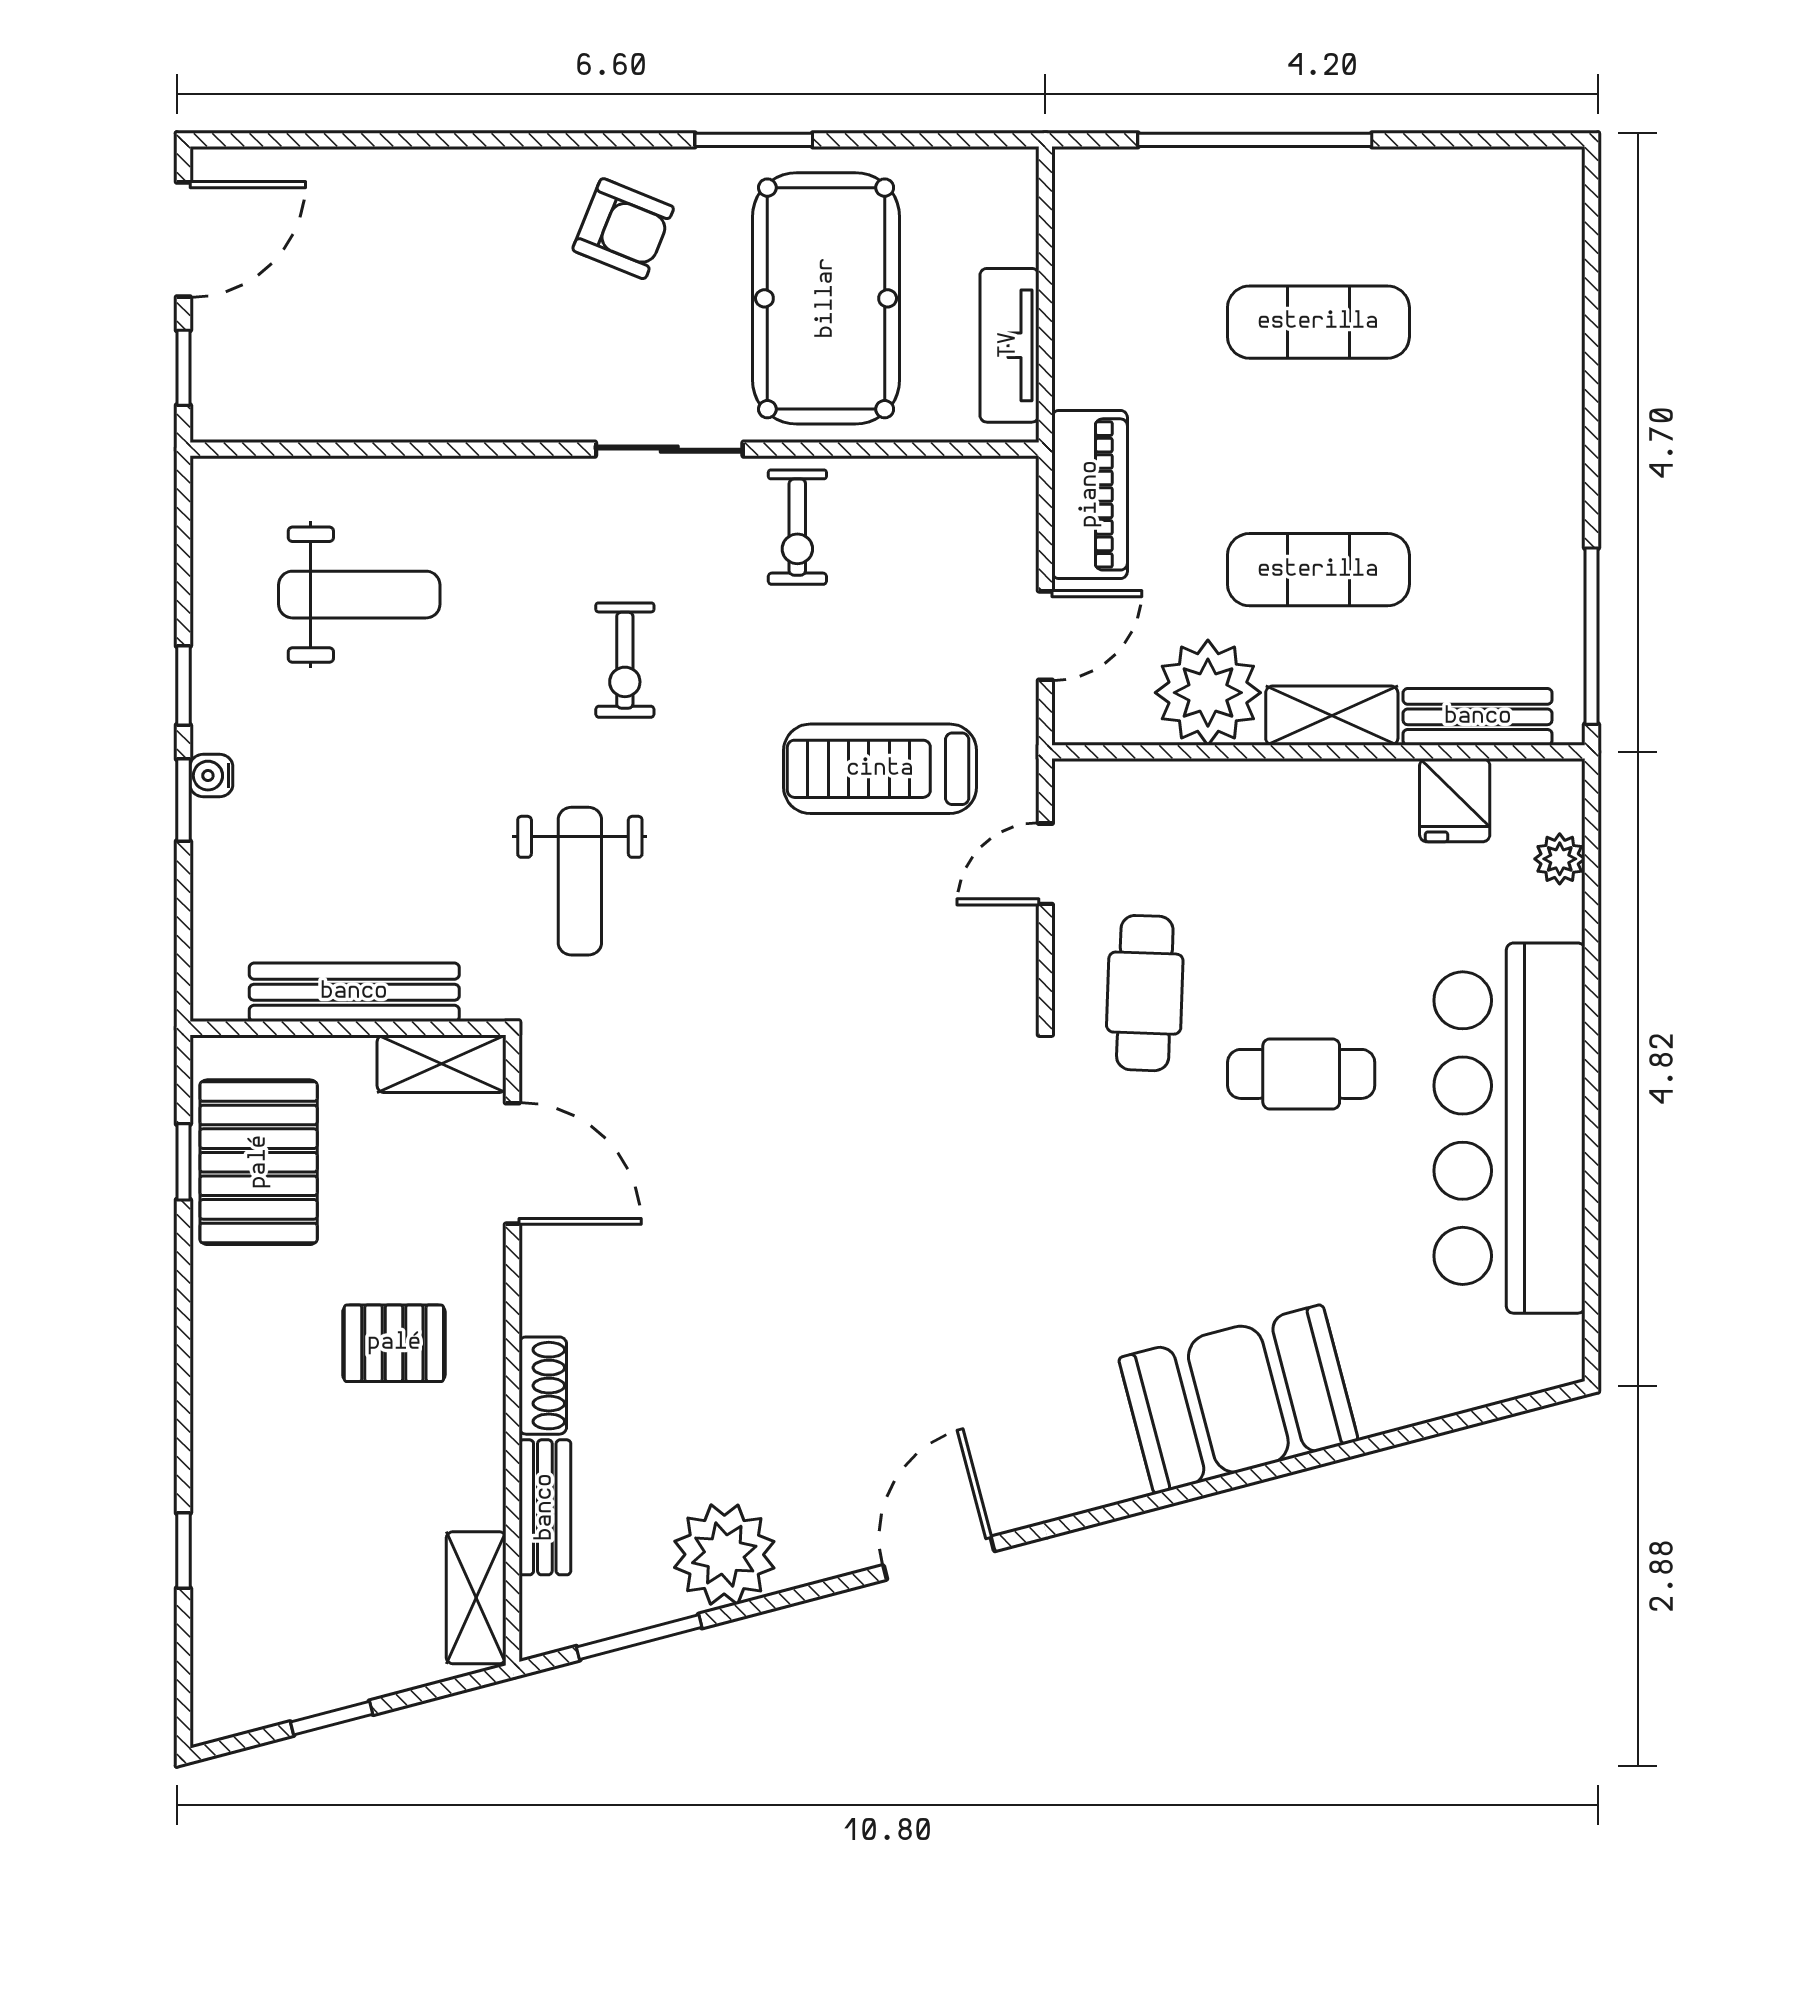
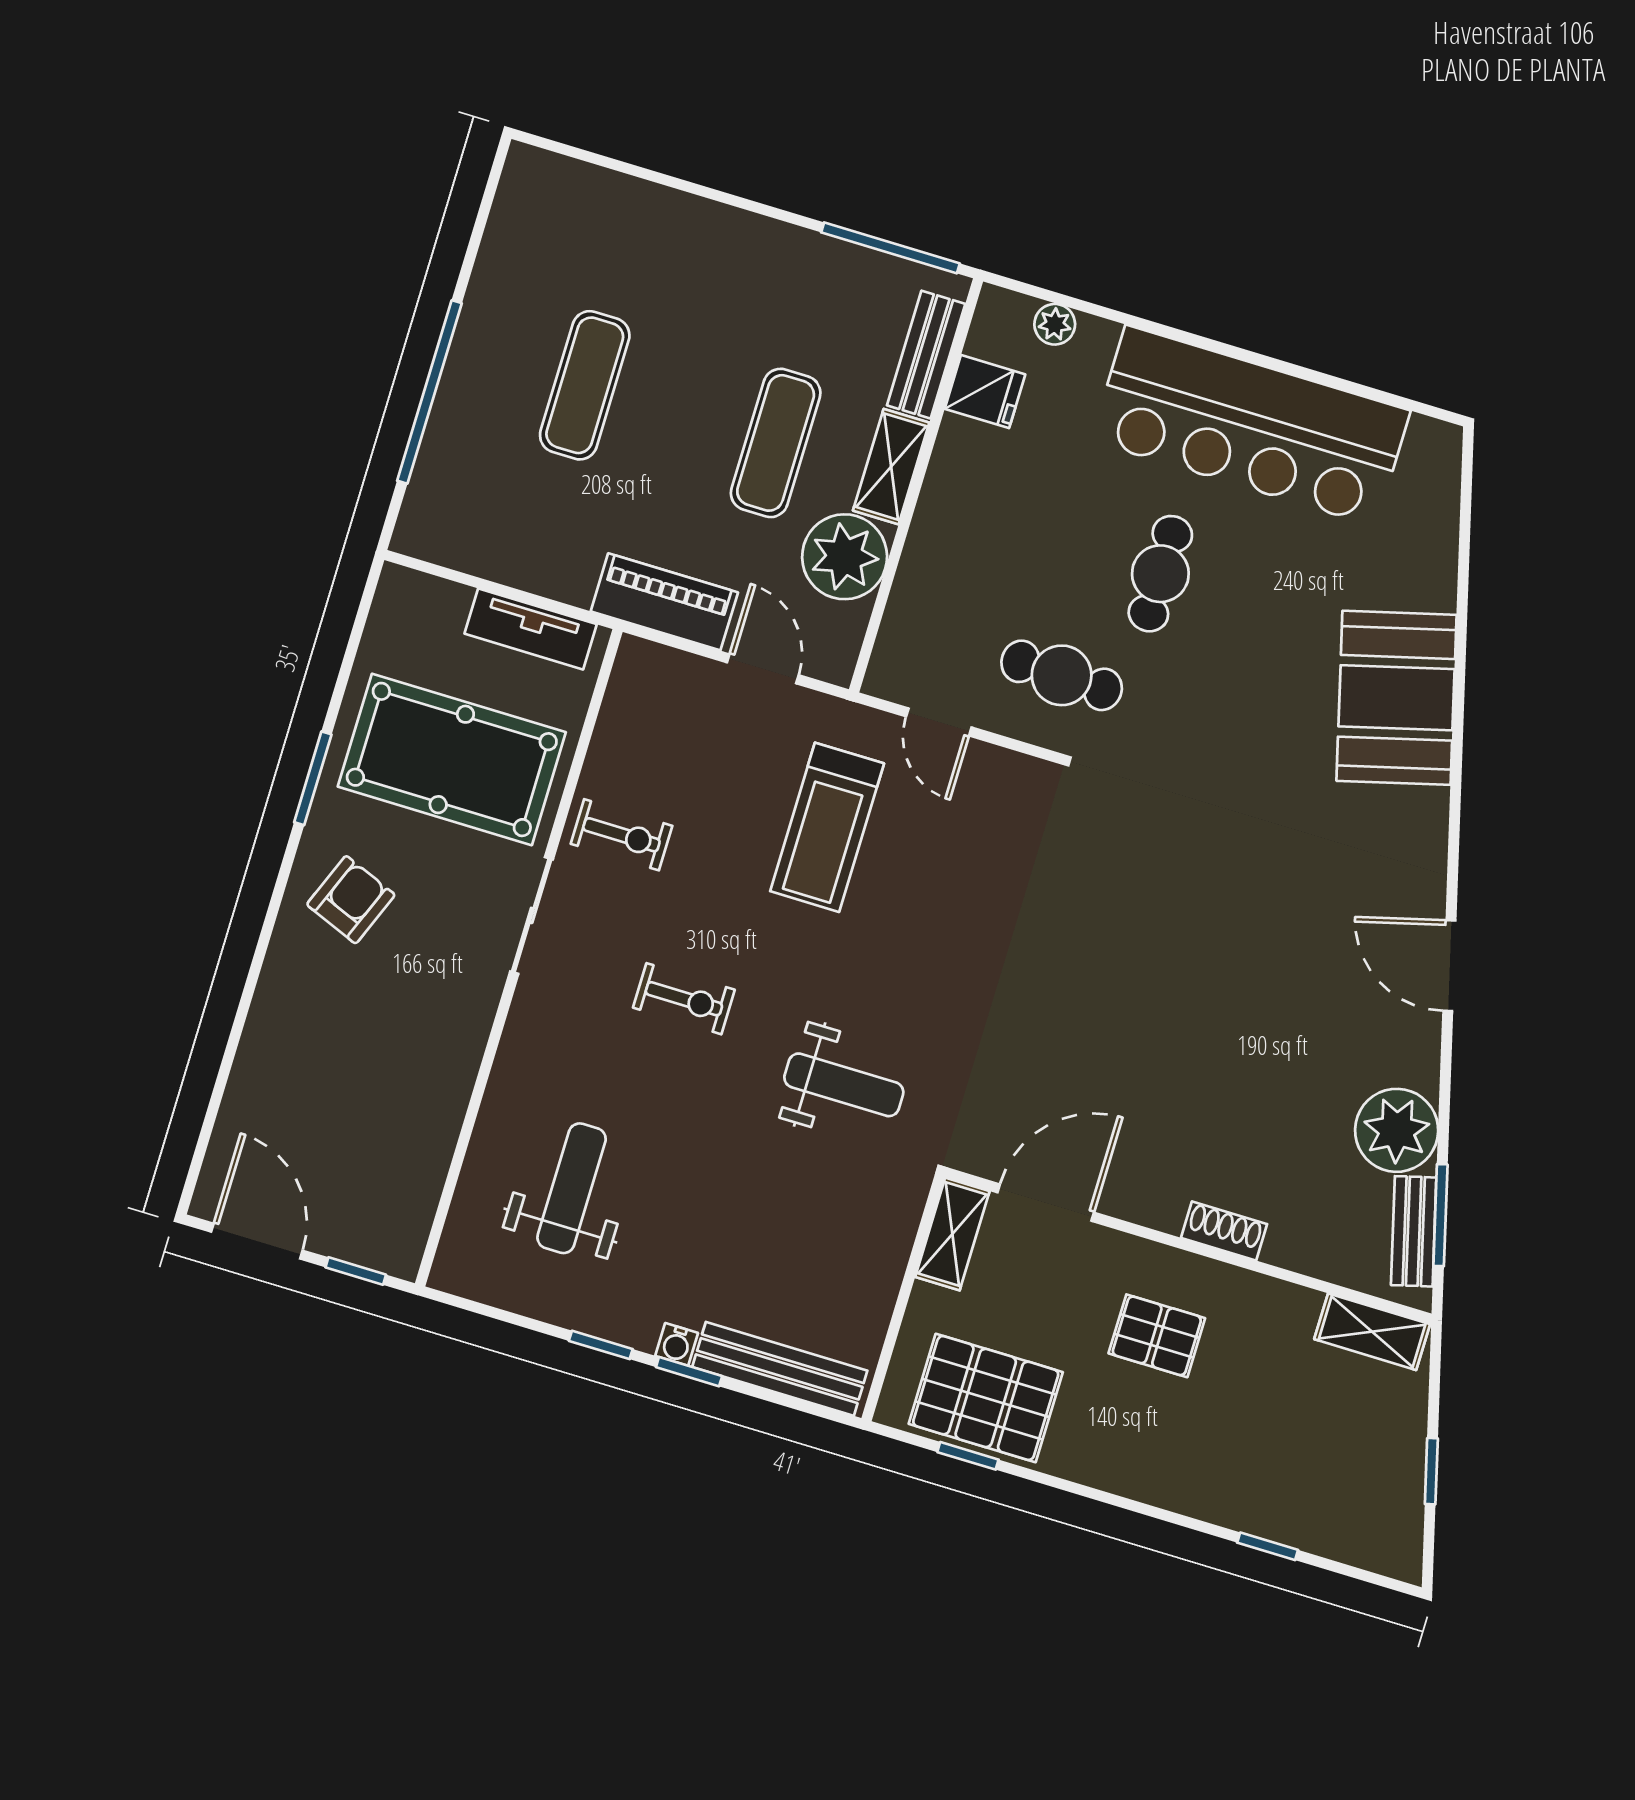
bench: (354, 992) -> (780, 1369), moved, turned 90
pallet: (394, 1343) -> (1157, 1336), turned 90
bench: (545, 1507) -> (1414, 1231), moved, turned 75

